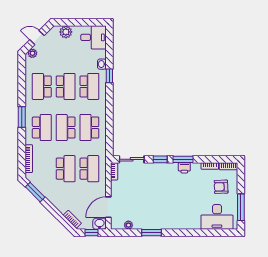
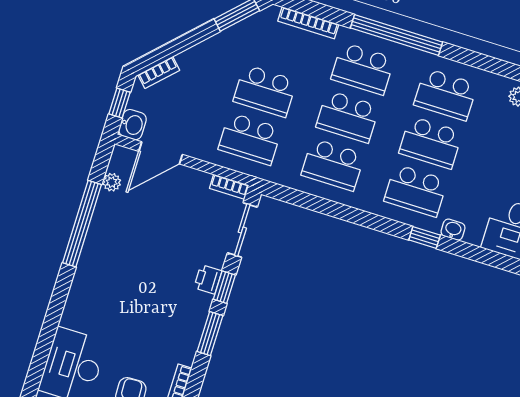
school desk: (42, 86) -> (446, 94), turned 180
window: (22, 117) -> (397, 35), width x2.11
school desk: (66, 128) -> (348, 117), turned 180
school desk: (89, 128) -> (333, 165), turned 180
printer: (184, 168) -> (208, 279), moved
door: (108, 207) -> (161, 153), swing flipped
window: (151, 233) -> (82, 224), width x2.11

